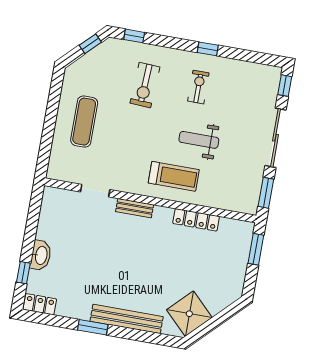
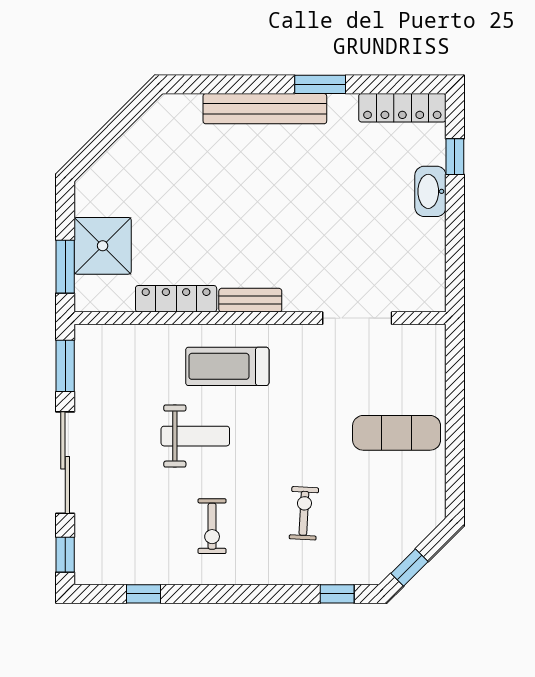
window: (208, 49) -> (143, 594), moved
exercise bike: (145, 85) -> (304, 513), width x0.73, depth x0.72
exercise mat: (84, 122) -> (397, 433), turned 90
doorway: (95, 191) -> (357, 318), width x1.38
bench: (135, 208) -> (250, 300), moved
locker: (40, 304) -> (402, 108), width x1.53
shower: (189, 314) -> (103, 246), moved, turned 45

